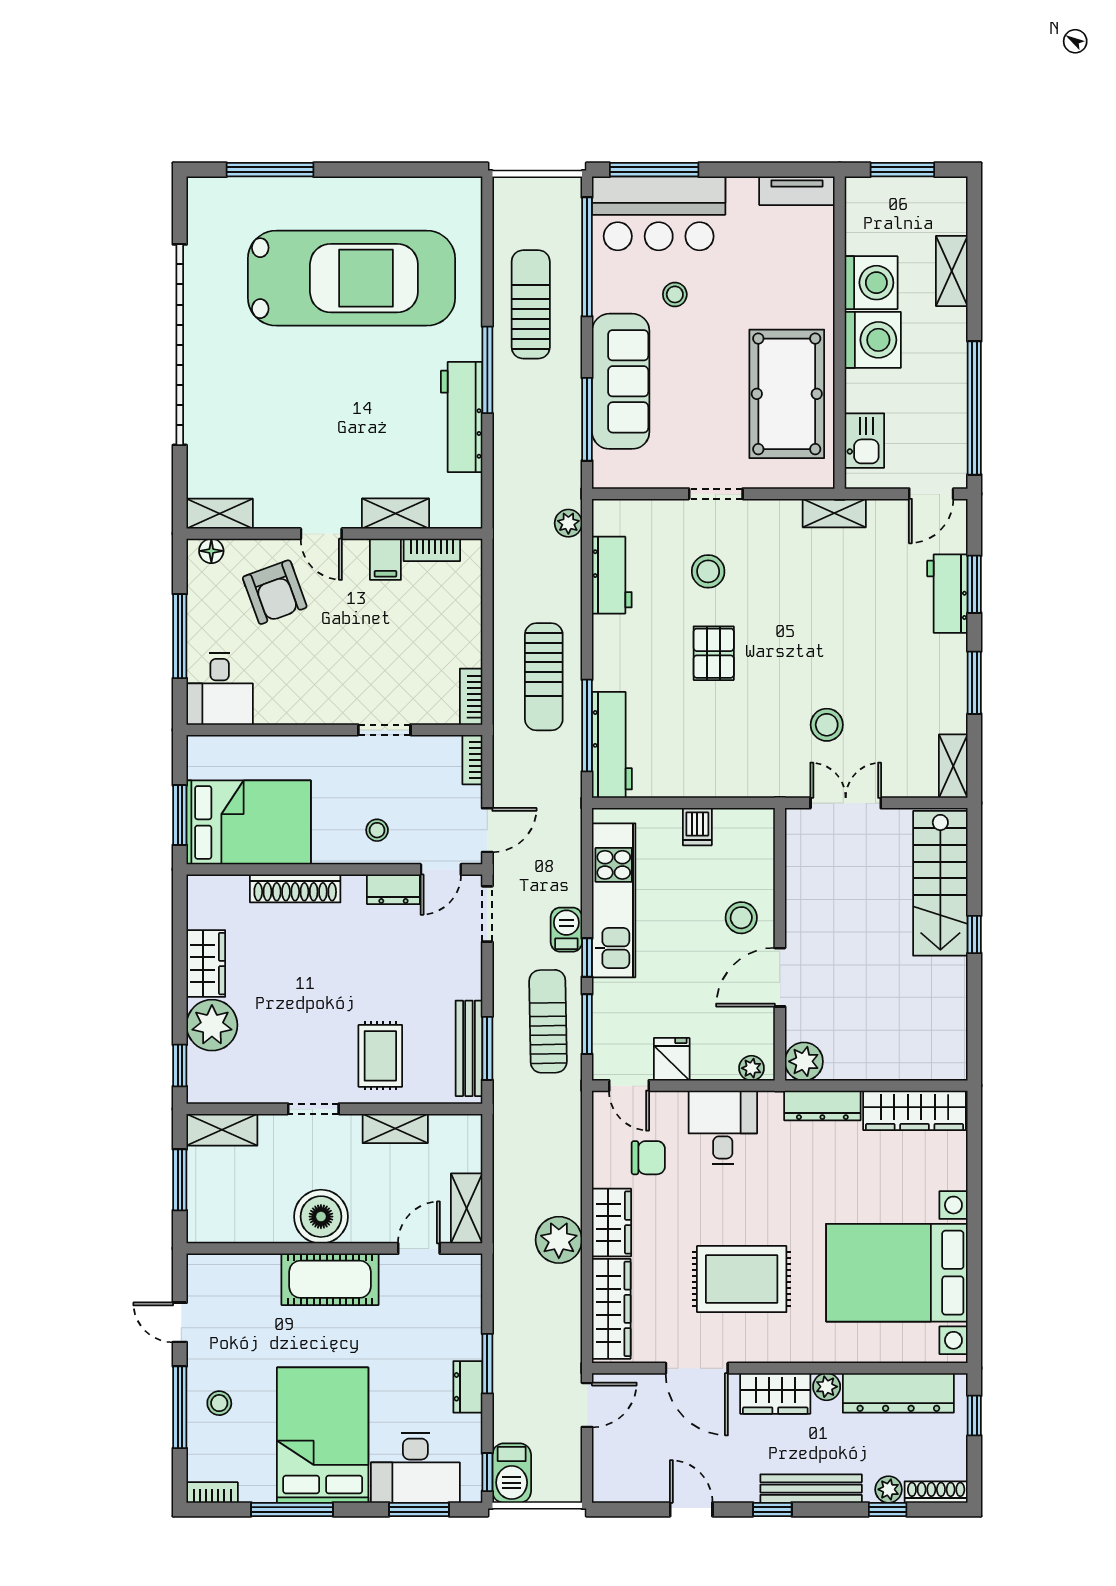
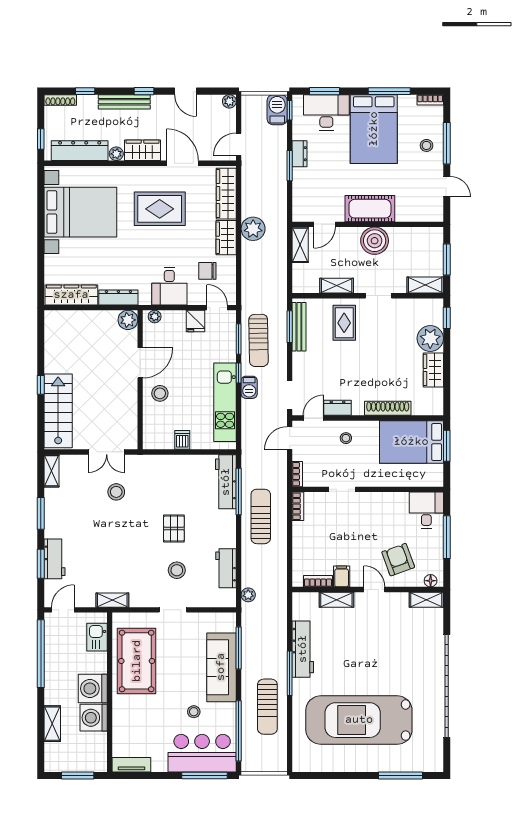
plant: (889, 1489) -> (229, 101), moved

